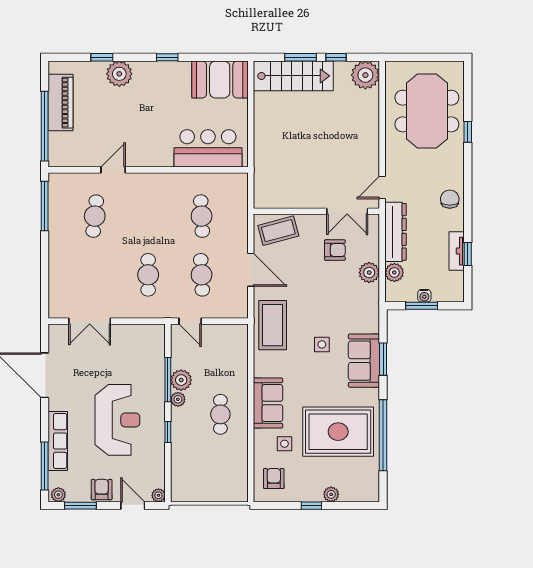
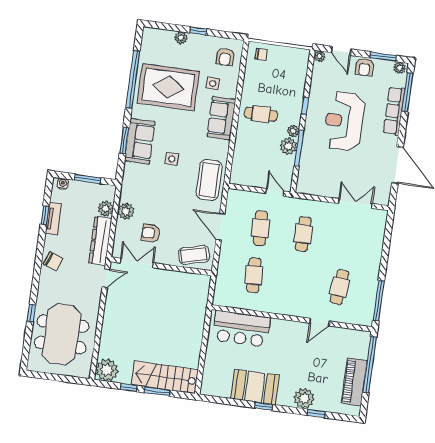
booth: (220, 80) -> (255, 387), moved
chair: (450, 199) -> (53, 261), turned -70
water cooler: (424, 296) -> (63, 184), moved
cafe table: (220, 414) -> (261, 114), turned 90
chair: (230, 488) -> (261, 54), added

